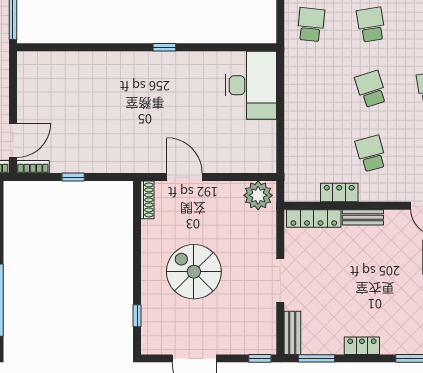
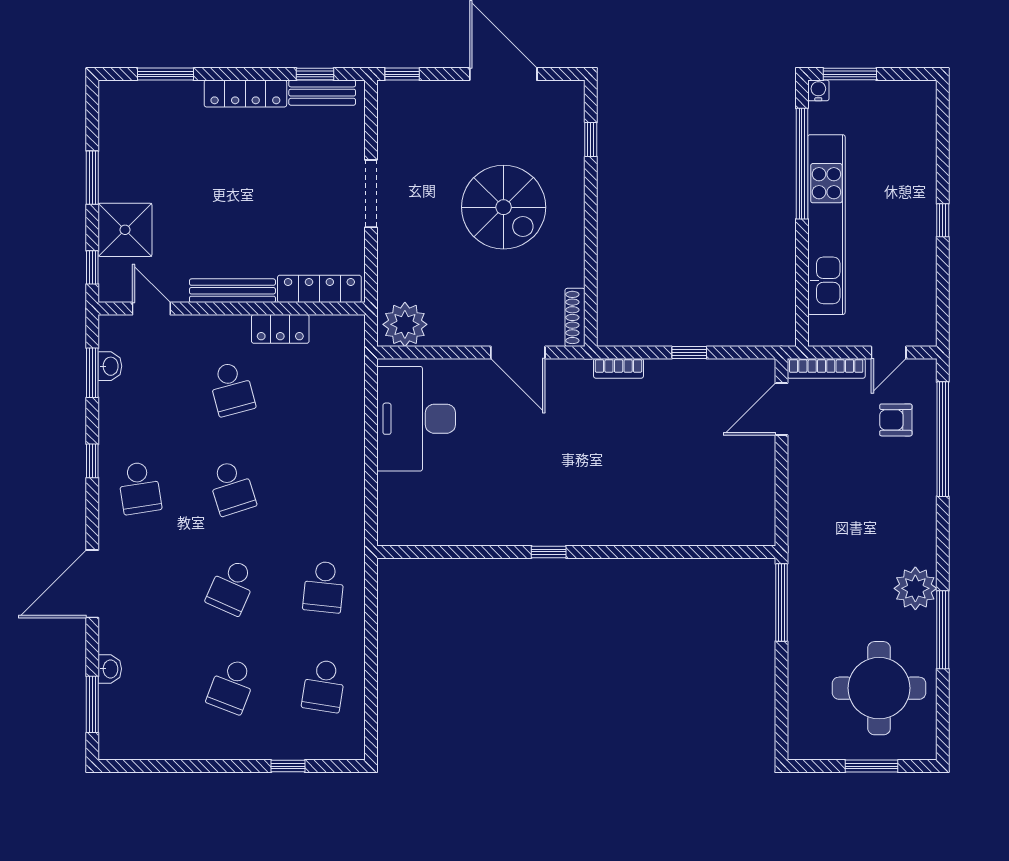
school desk: (371, 25) -> (232, 587), turned 33
desk: (251, 85) -> (416, 419), moved
bookcase: (33, 167) -> (619, 368), moved
bench: (363, 217) -> (232, 291), width x1.36
bench: (292, 333) -> (322, 93), moved, turned 90
locker: (362, 346) -> (245, 94), width x1.53
window: (317, 358) -> (315, 74), width x0.67

